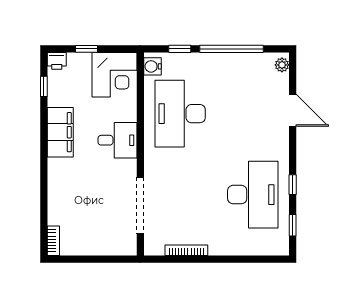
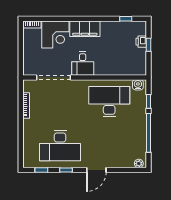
printer: (57, 61) -> (141, 42), moved
corner desk: (114, 75) -> (55, 35), moved, turned -90
door: (293, 110) -> (96, 170), moved
filing cabinet: (60, 132) -> (85, 29), moved
desk: (117, 140) -> (83, 64), moved

